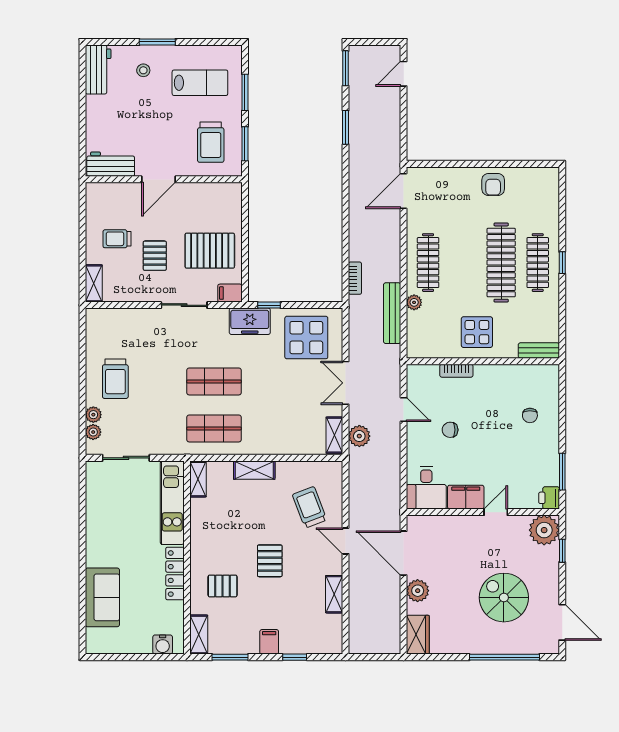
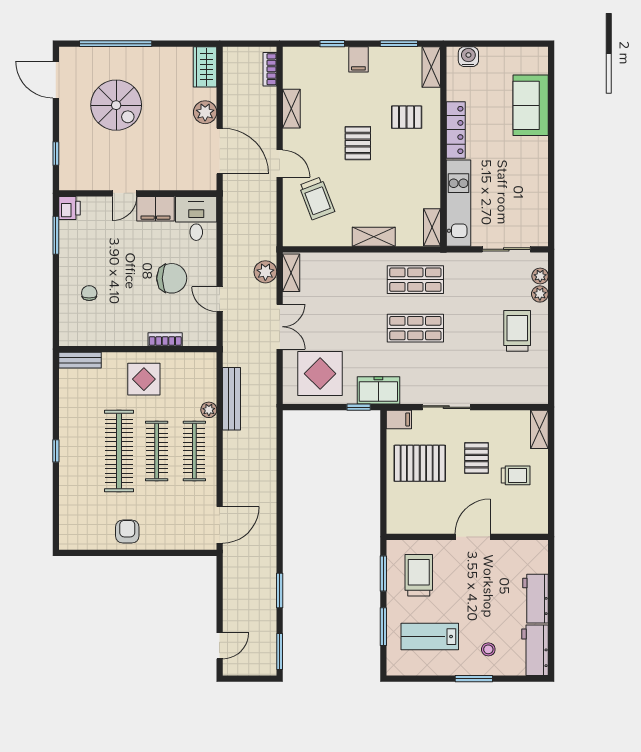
workbench: (111, 164) -> (535, 599), moved, turned 90
clothes rail: (538, 263) -> (157, 451), moved
bookcase: (355, 278) -> (270, 69), moved
chair: (450, 430) -> (172, 278), width x1.87, depth x1.87
plant: (544, 530) -> (75, 175), removed

